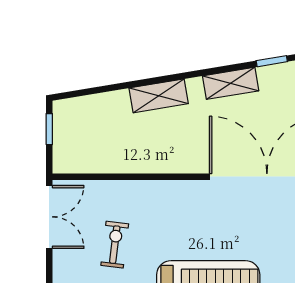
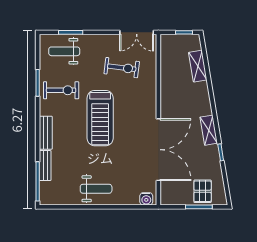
shelving: (159, 96) -> (198, 66), moved
exercise bike: (115, 245) -> (122, 68), width x1.38, depth x1.39

